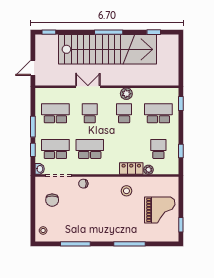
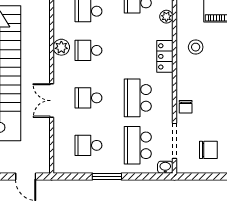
school desk: (55, 113) -> (88, 145), width x0.54
window: (33, 150) -> (139, 177), removed
locker: (131, 169) -> (165, 56), moved

